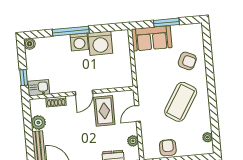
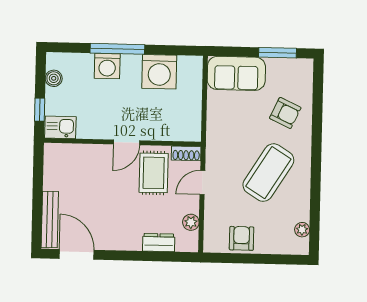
window: (166, 22) -> (278, 53), moved
washing machine: (79, 42) -> (107, 66), moved
boiler: (30, 44) -> (54, 78), moved
shoe rack: (56, 102) -> (186, 153), moved
plant: (38, 123) -> (54, 179), removed

